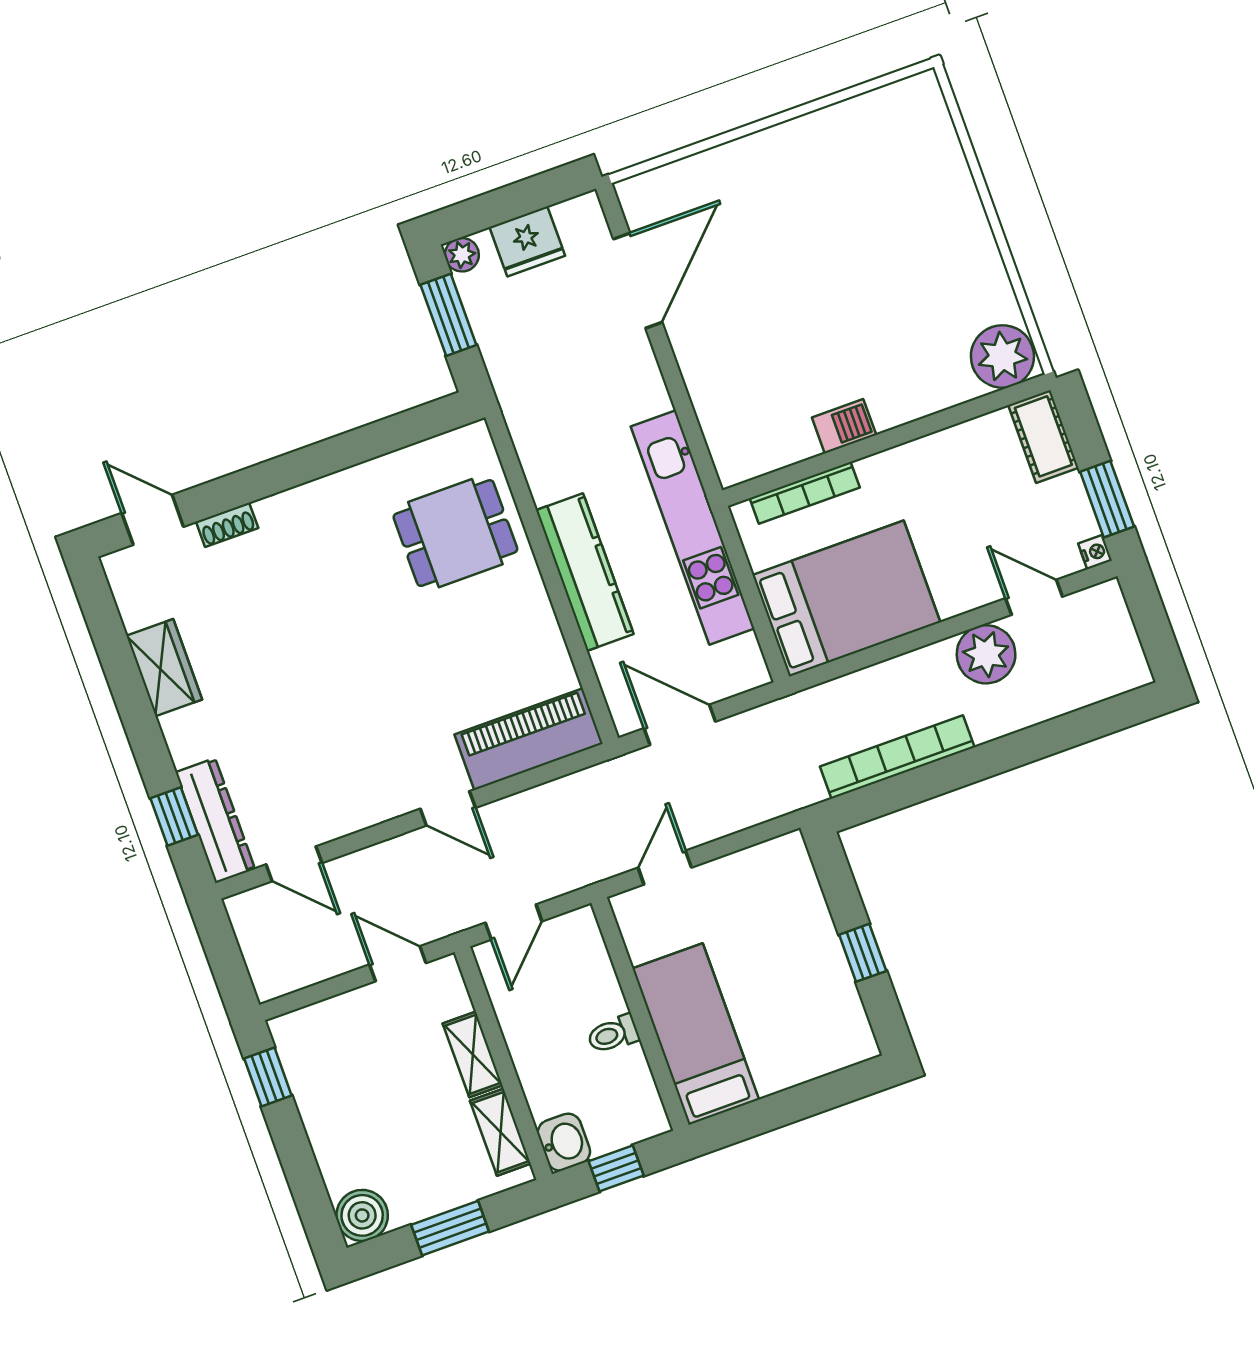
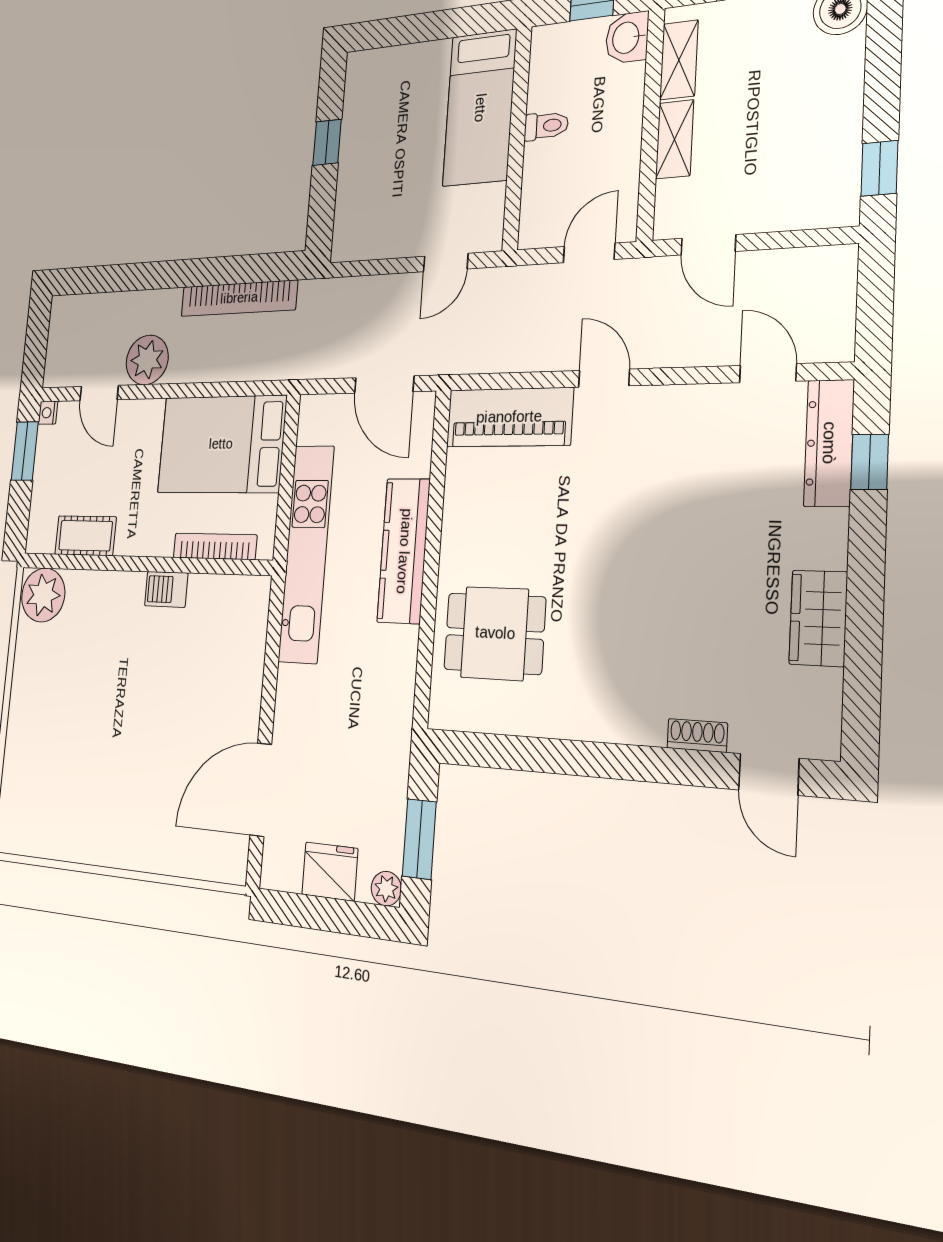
cot: (1043, 436) -> (85, 536), moved, turned 90

